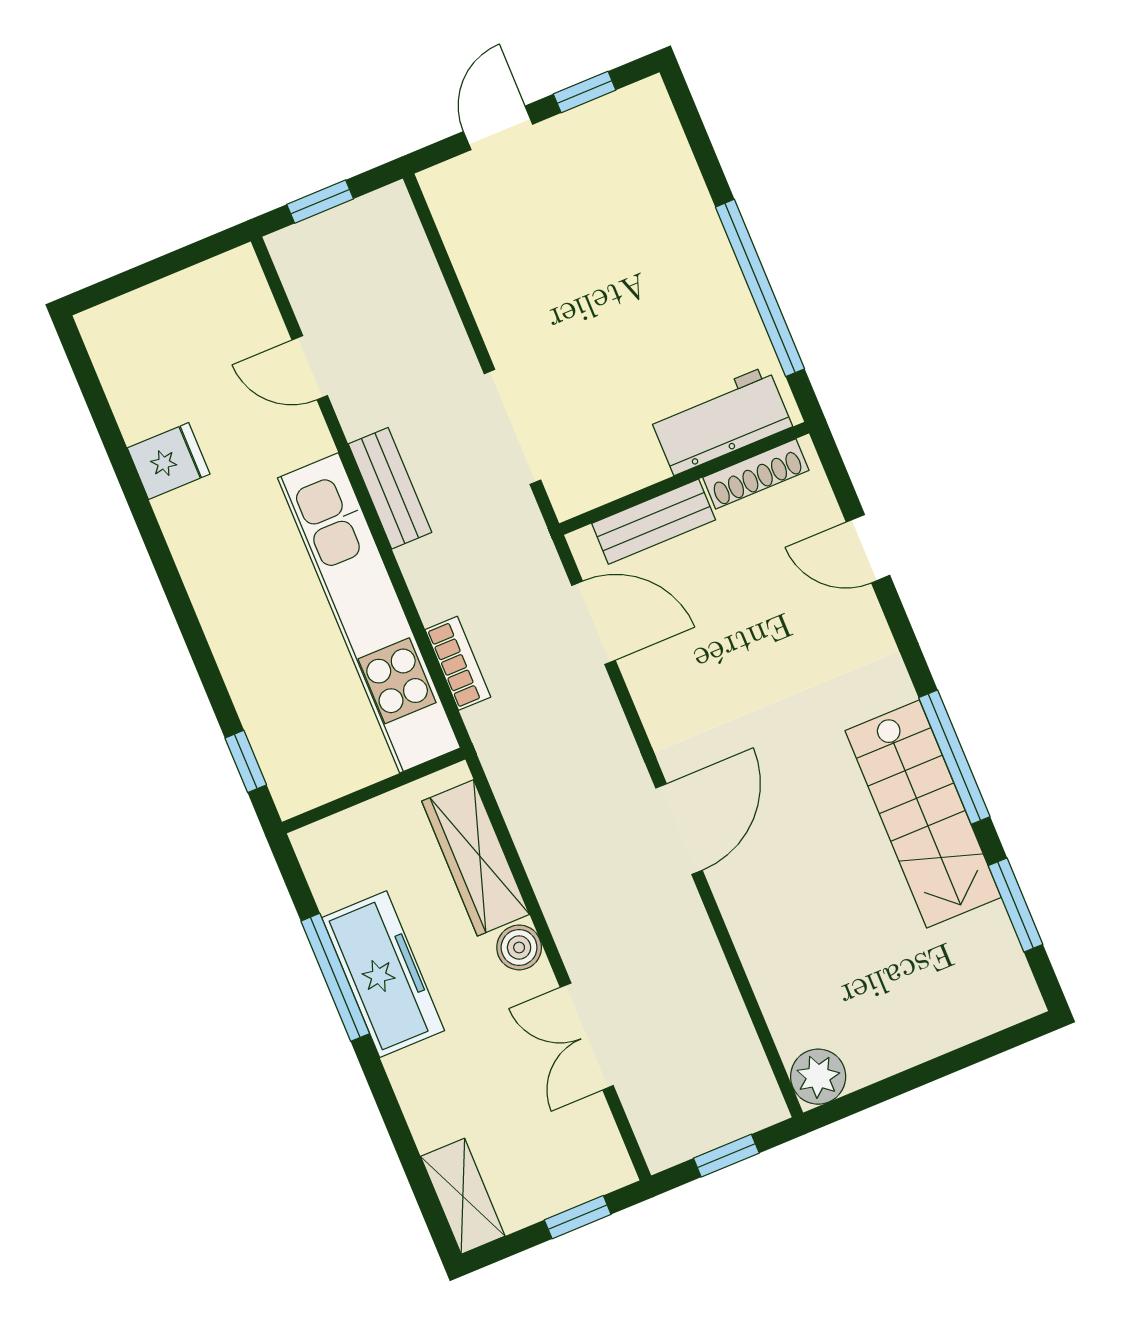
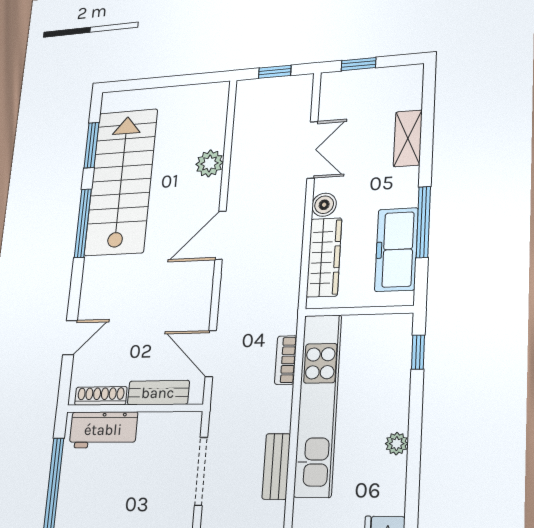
door: (868, 549) -> (70, 338), hinge flipped
plant: (213, 605) -> (397, 444), added
stairs: (923, 814) -> (121, 182), width x1.36, depth x1.51
freezer: (383, 974) -> (396, 250), moved
plant: (818, 1077) -> (210, 163), moved
shelving: (463, 1196) -> (408, 138), moved

